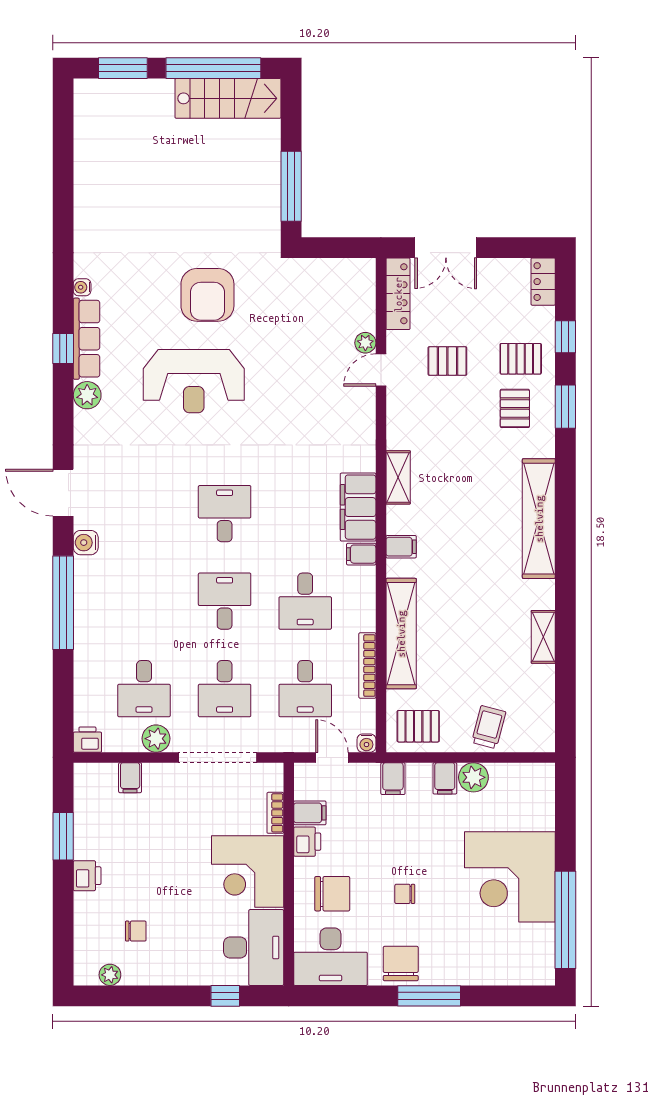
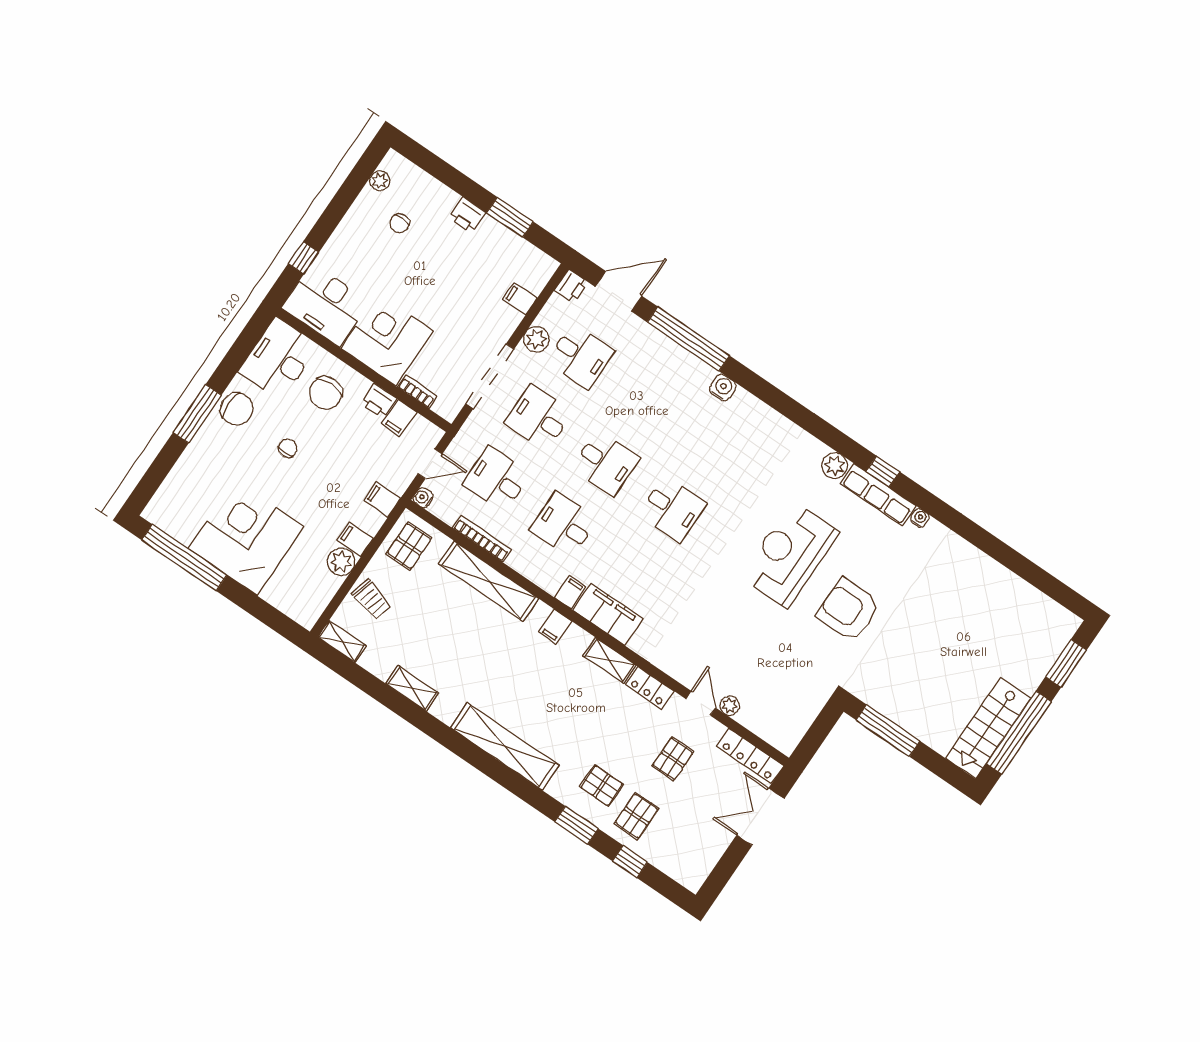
locker: (543, 282) -> (650, 688), moved, turned 180
door: (63, 493) -> (619, 291), moved
desk: (144, 689) -> (581, 356), turned 180
shelving: (544, 728) -> (342, 641), added

